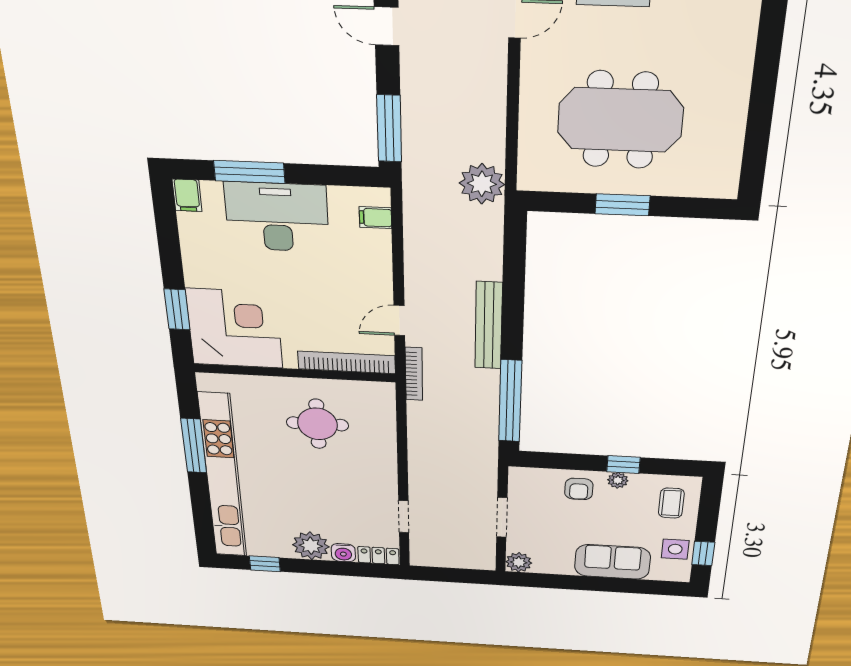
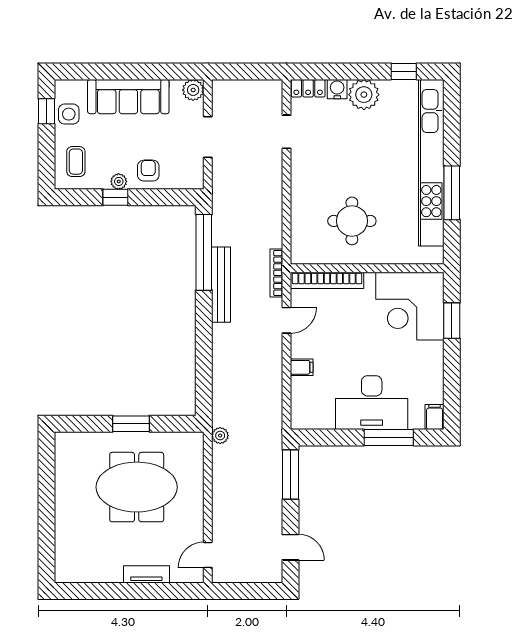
plant: (482, 184) -> (220, 436), width x0.53, depth x0.53
filing cabinet: (375, 218) -> (302, 367), moved
bench: (489, 326) -> (221, 285), moved
sofa: (612, 562) -> (128, 97), width x1.36

